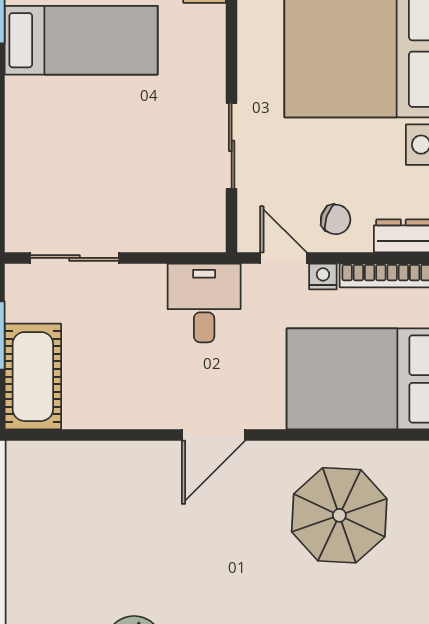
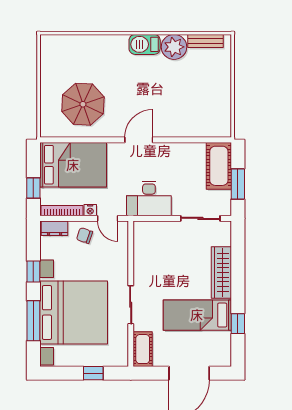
wardrobe: (27, 136) -> (221, 273), added
sliding door: (232, 146) -> (131, 305), moved
desk: (204, 303) -> (149, 198), width x1.37

